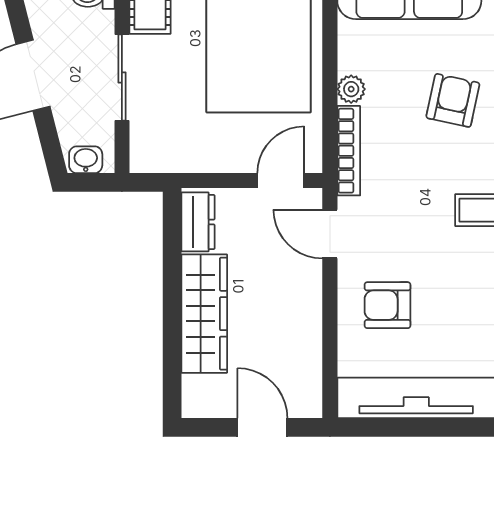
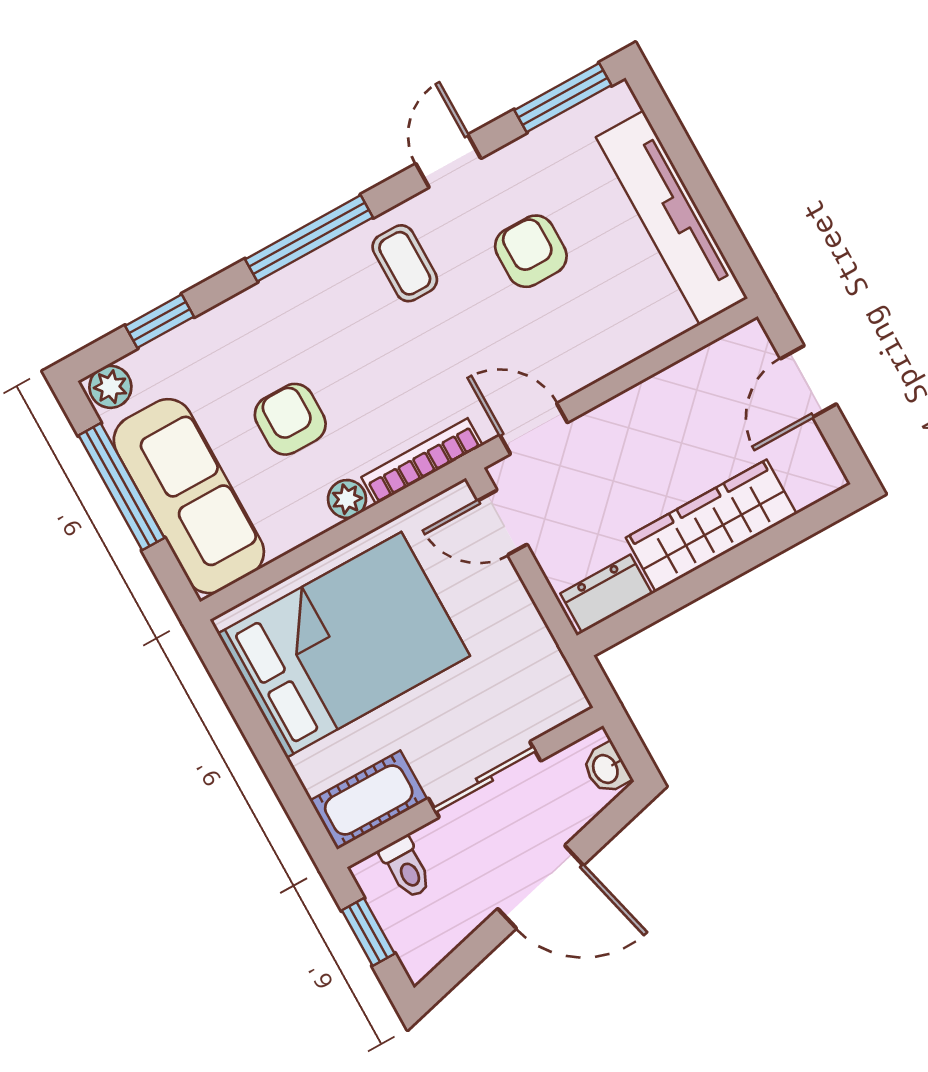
armchair: (453, 100) -> (290, 419), moved, turned 78
door: (330, 234) -> (534, 429), swing flipped
armchair: (387, 305) -> (531, 251), moved, turned 180

